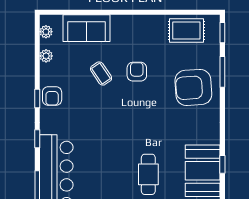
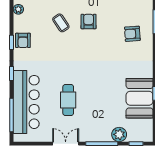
armchair: (193, 87) -> (132, 34), width x0.53, depth x0.53
cafe table: (148, 174) -> (68, 100), moved

